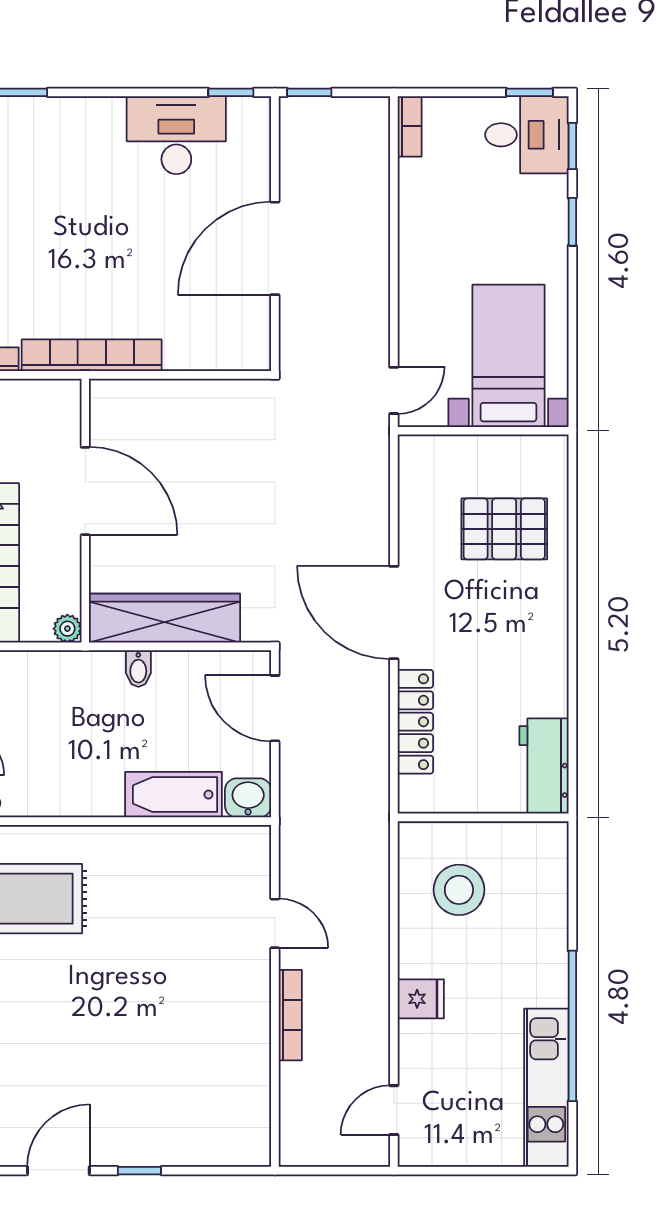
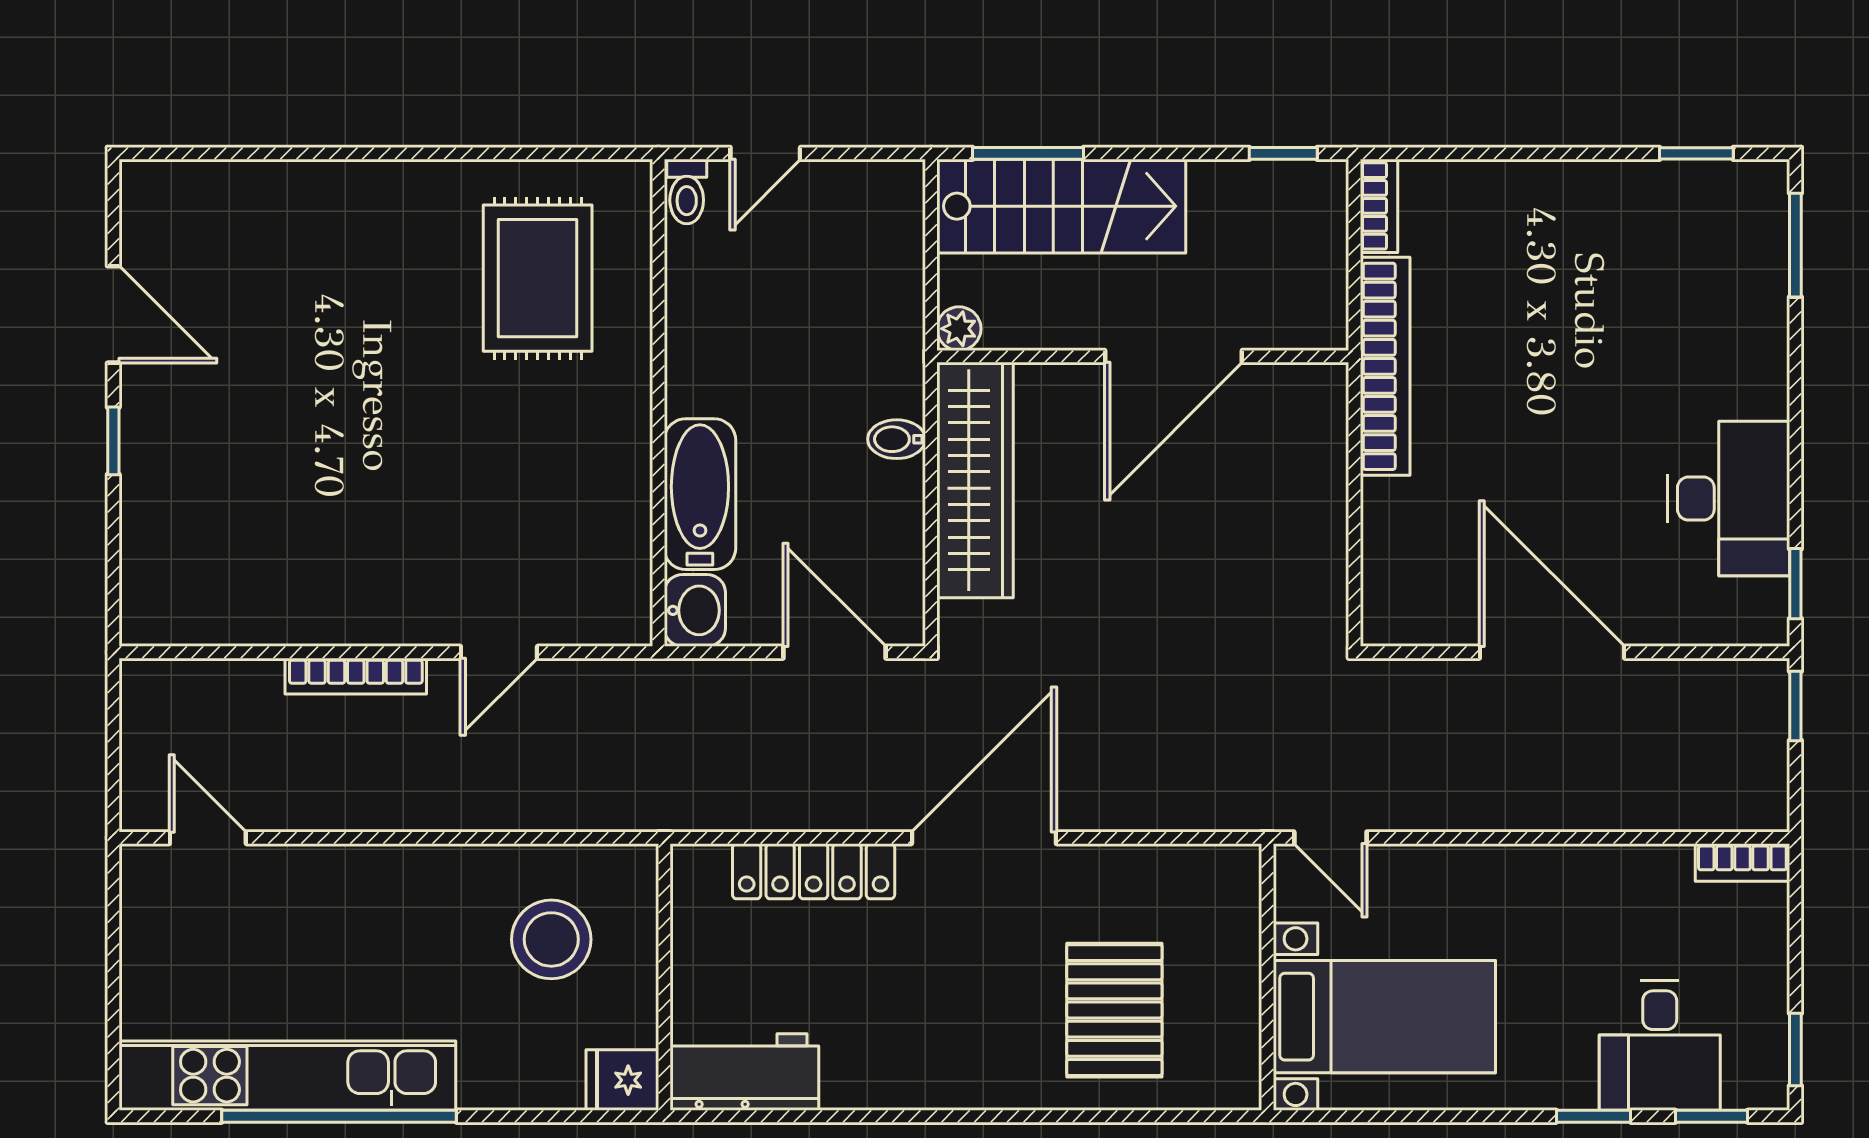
desk: (527, 135) -> (1660, 1045), moved
door: (275, 708) -> (835, 652), hinge flipped
fridge: (421, 999) -> (622, 1080), moved, turned 90
kitchen unit: (546, 1088) -> (287, 1076), width x1.36

